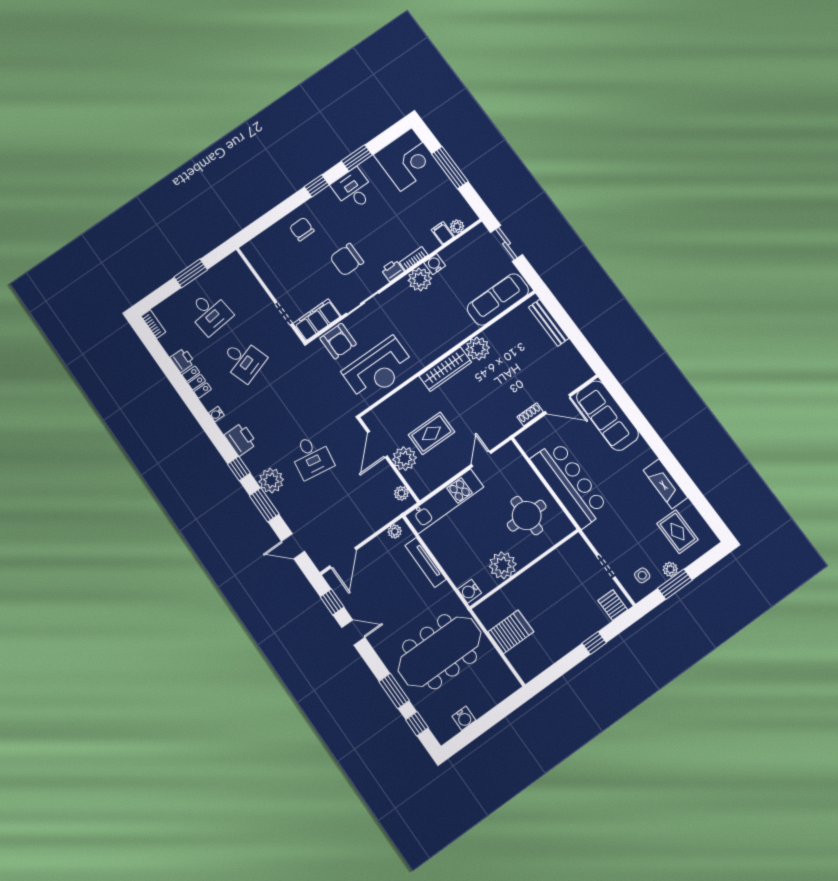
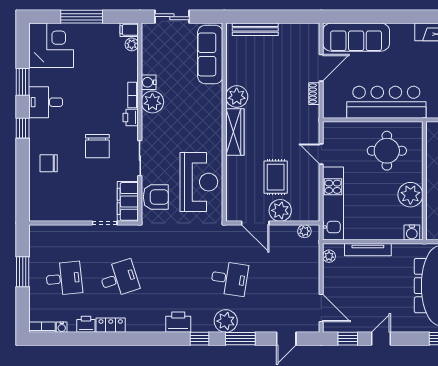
filing cabinet: (443, 233) -> (129, 30), moved
water cooler: (216, 414) -> (62, 327), moved

